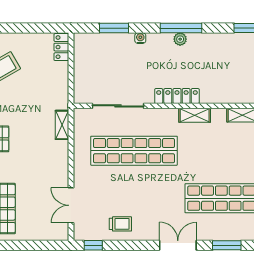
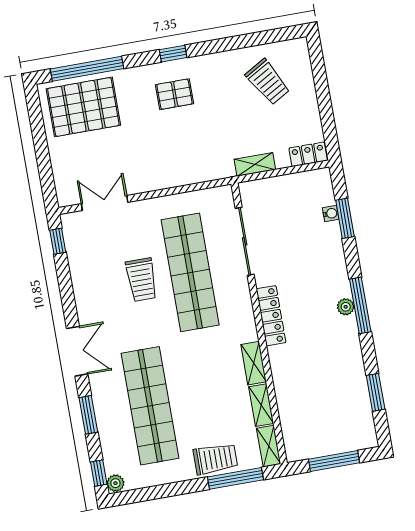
water cooler: (140, 38) -> (331, 213), moved
shelving: (195, 115) -> (254, 363), moved
shelving: (62, 125) -> (255, 164), moved
trolley: (120, 224) -> (141, 280), moved, width x1.36, depth x1.39

